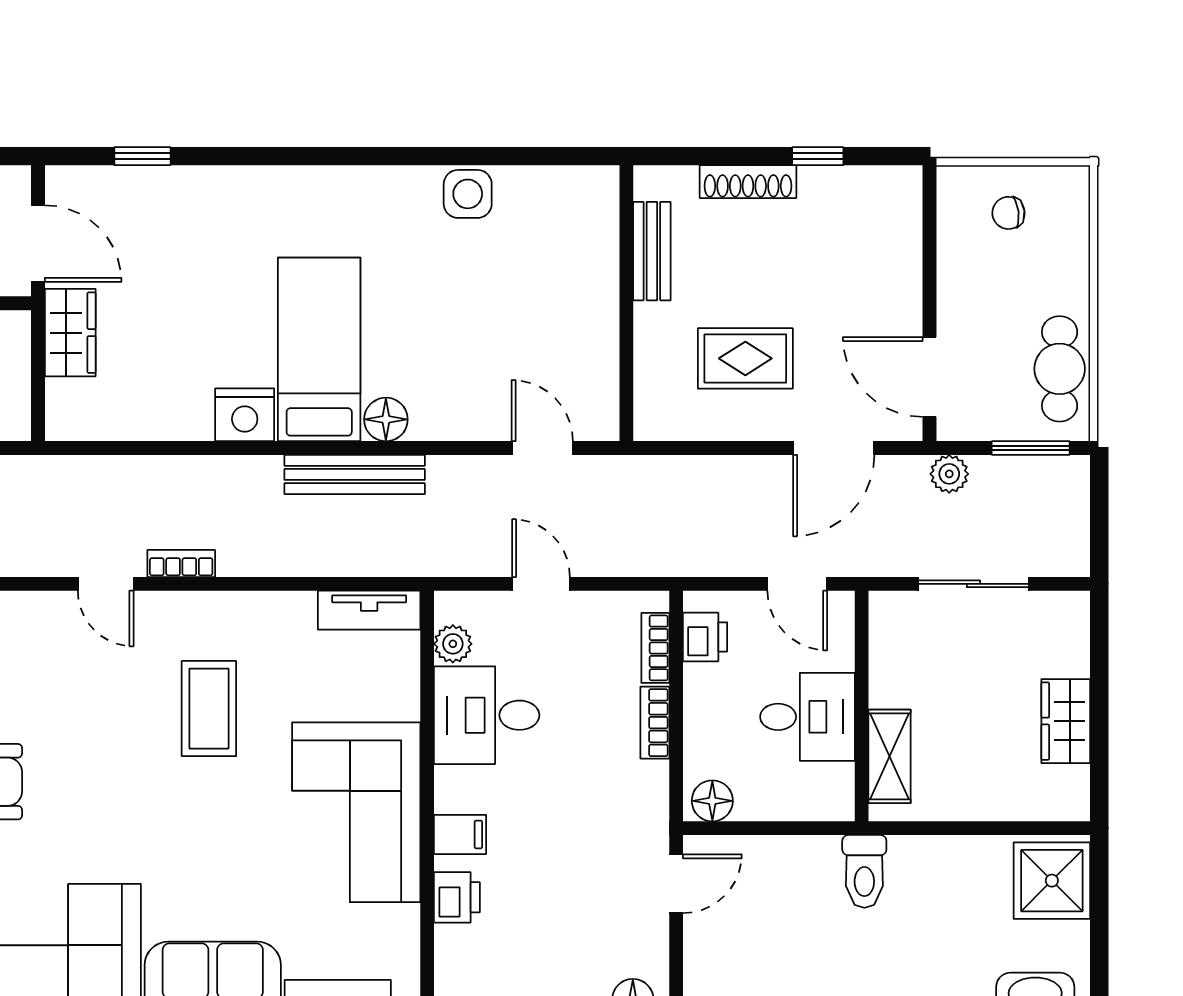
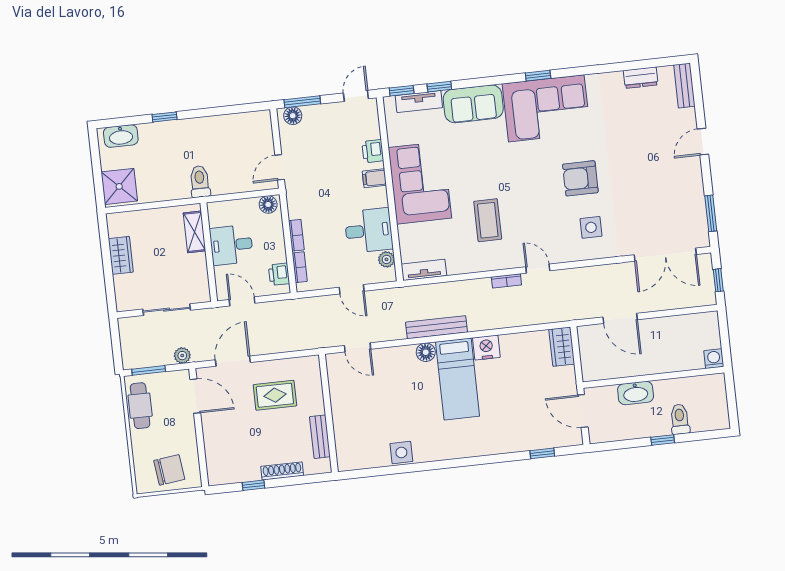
chair: (1008, 213) -> (169, 470), width x1.87, depth x1.87
wardrobe: (70, 333) -> (562, 347), moved

